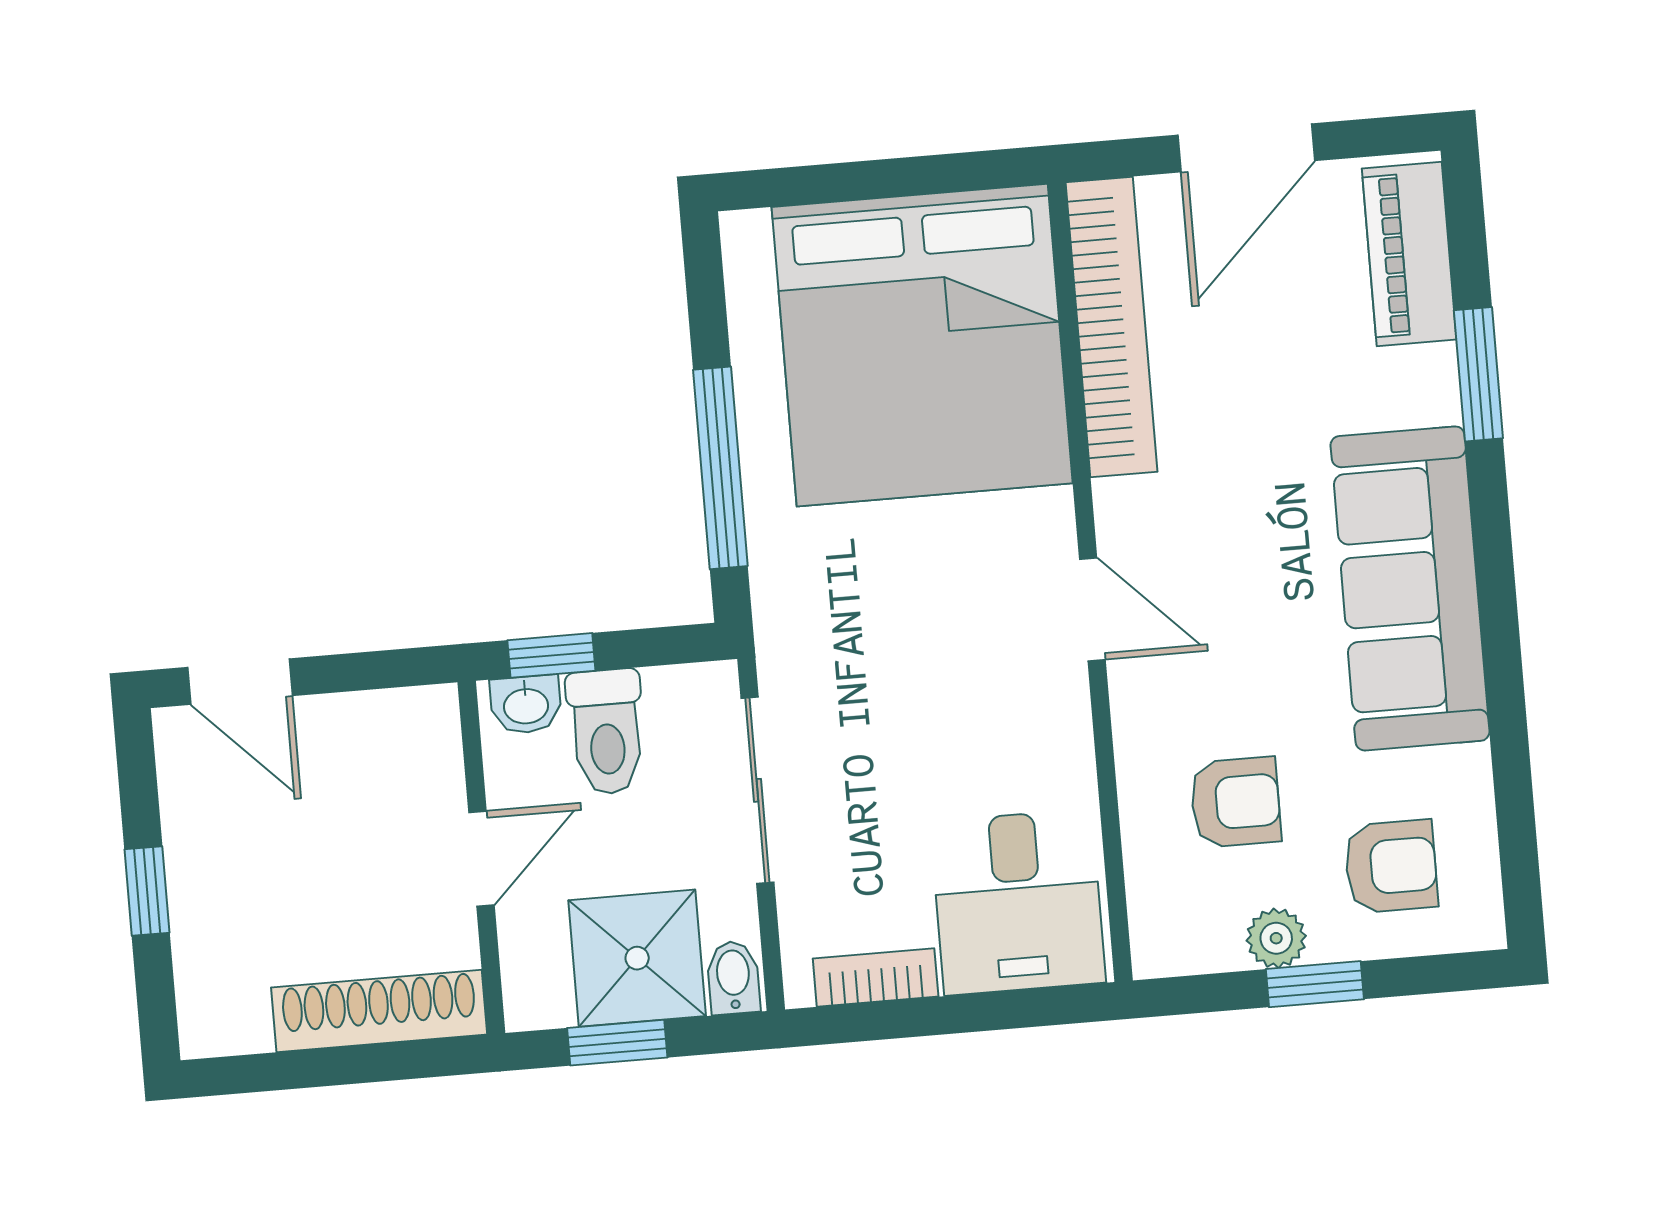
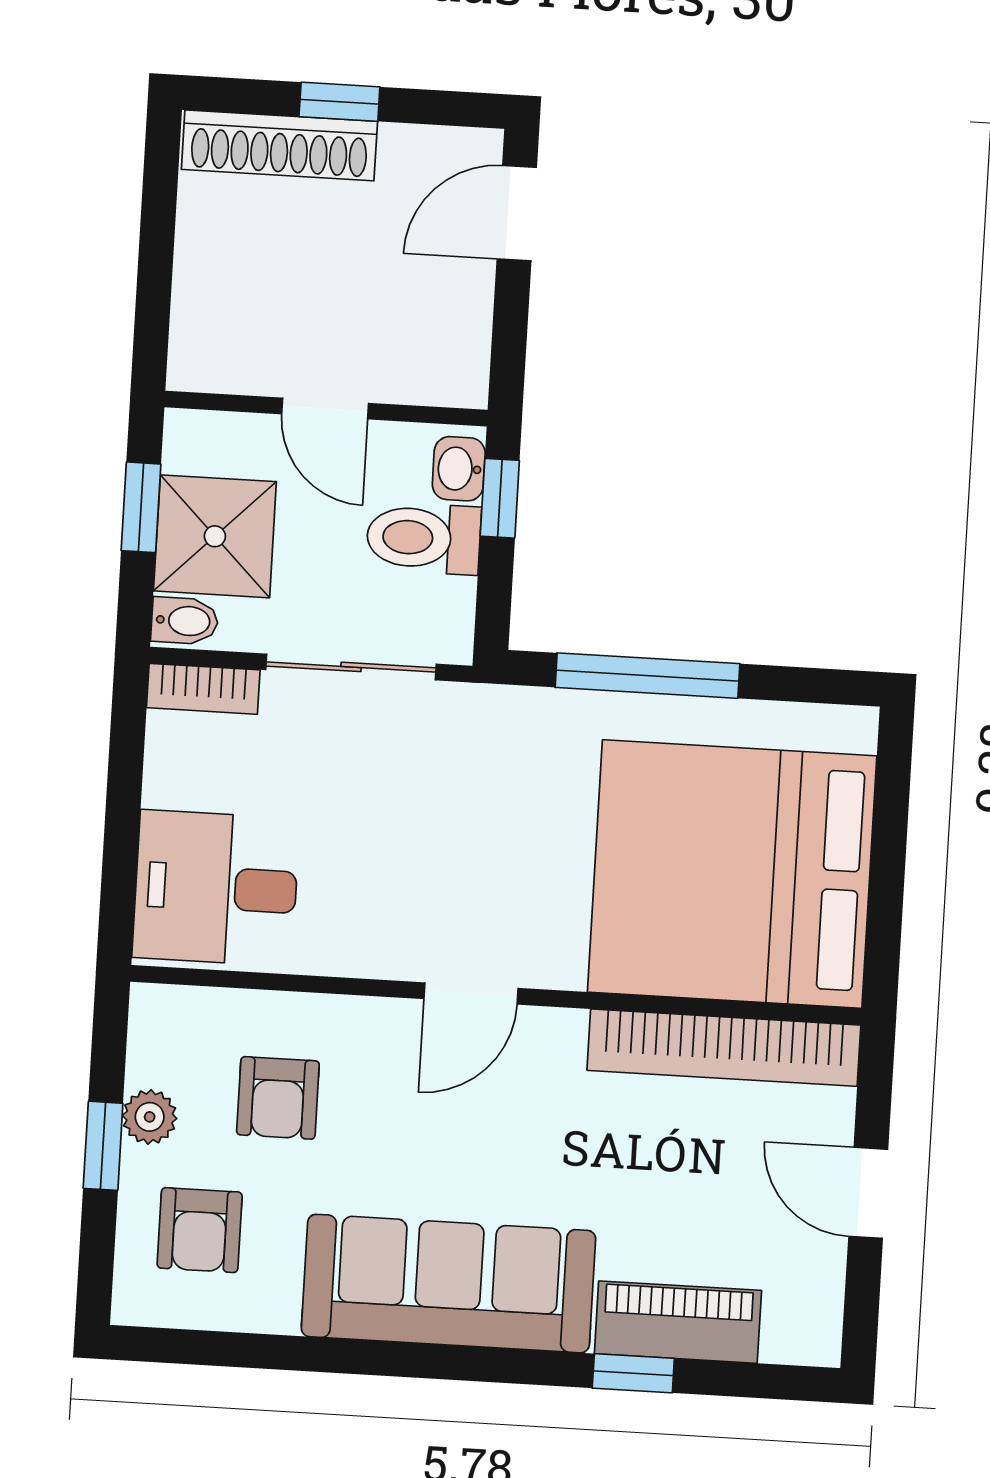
door: (1246, 148) -> (868, 1193), width x0.73
piano: (1409, 254) -> (678, 1322), moved
window: (1478, 374) -> (633, 1373), width x0.67
bookcase: (876, 978) -> (203, 689), moved, turned 90
shoe rack: (379, 1011) -> (279, 145), moved, turned 90

